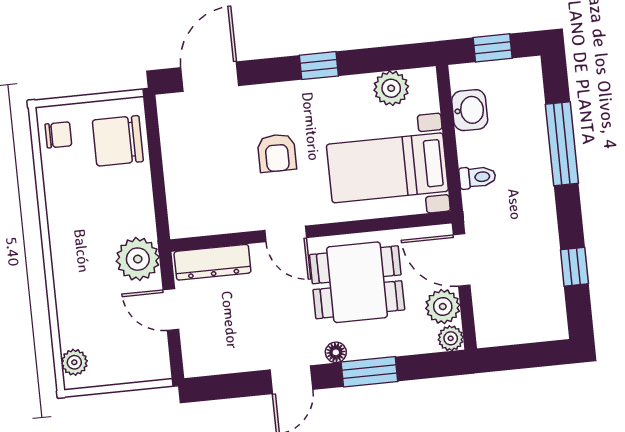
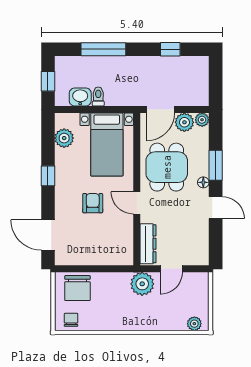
armchair: (277, 153) -> (93, 203), turned -90
toilet: (477, 177) -> (98, 97), moved
door: (286, 234) -> (137, 203), swing flipped

